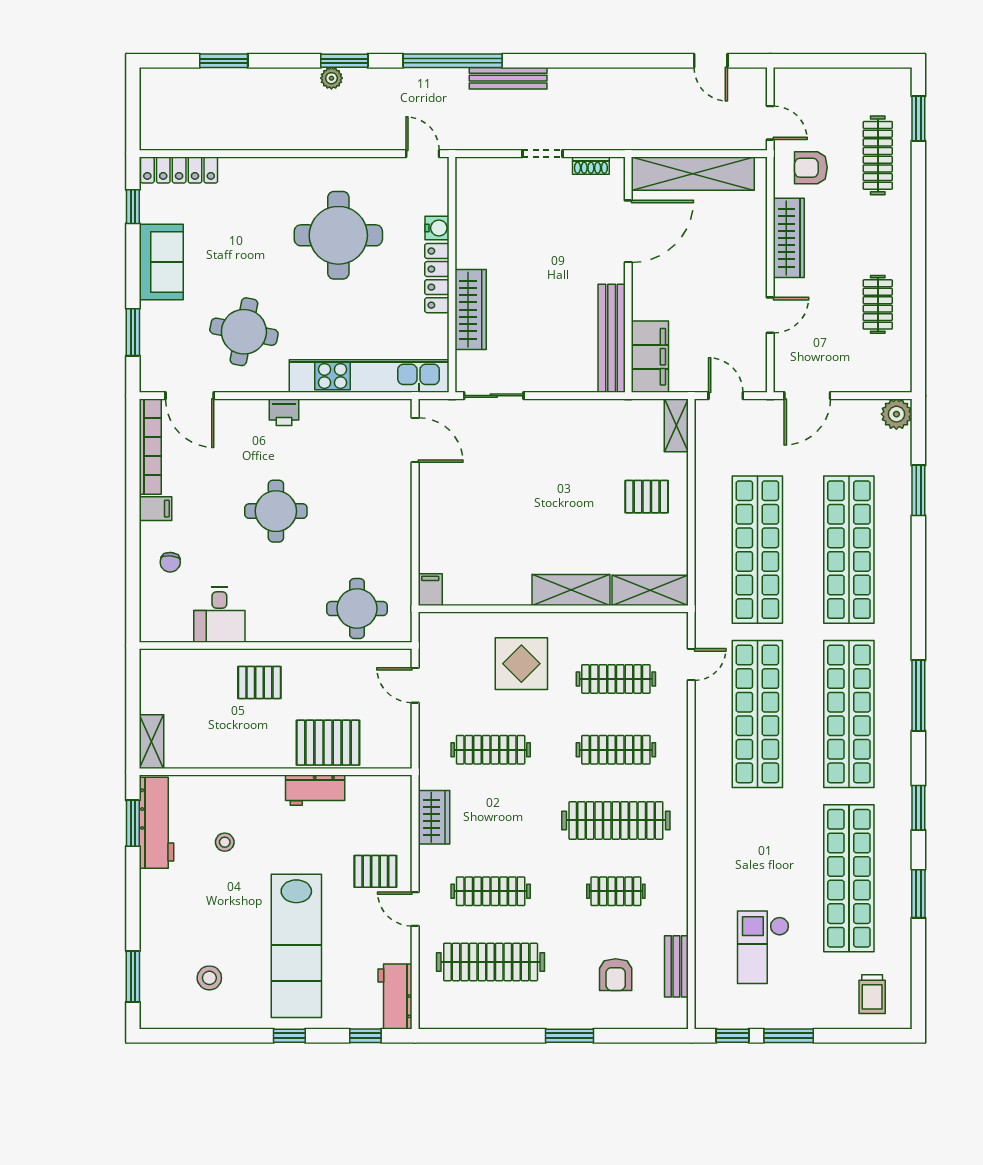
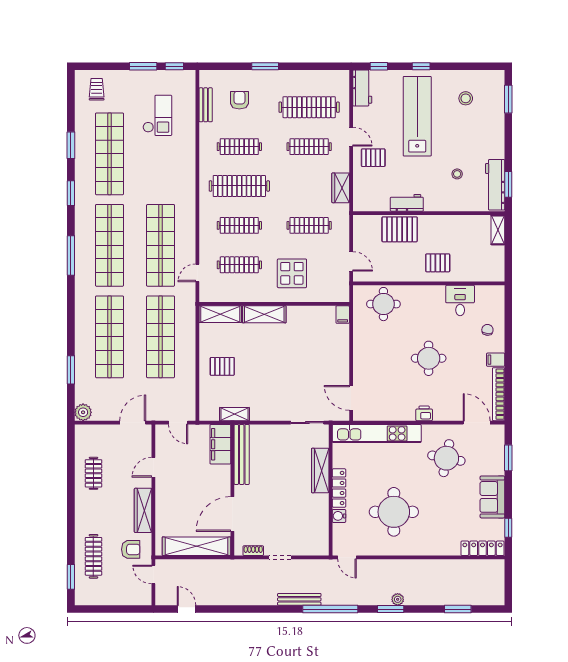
shelving: (676, 425) -> (234, 414), moved, turned 90
clothes rail: (616, 891) -> (239, 147), width x1.36

